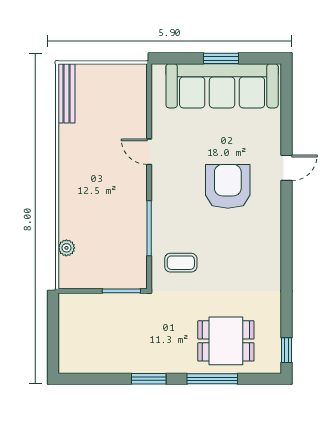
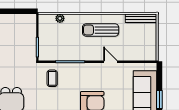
door: (149, 152) -> (110, 62), hinge flipped
sun lounger: (89, 170) -> (101, 30), added

